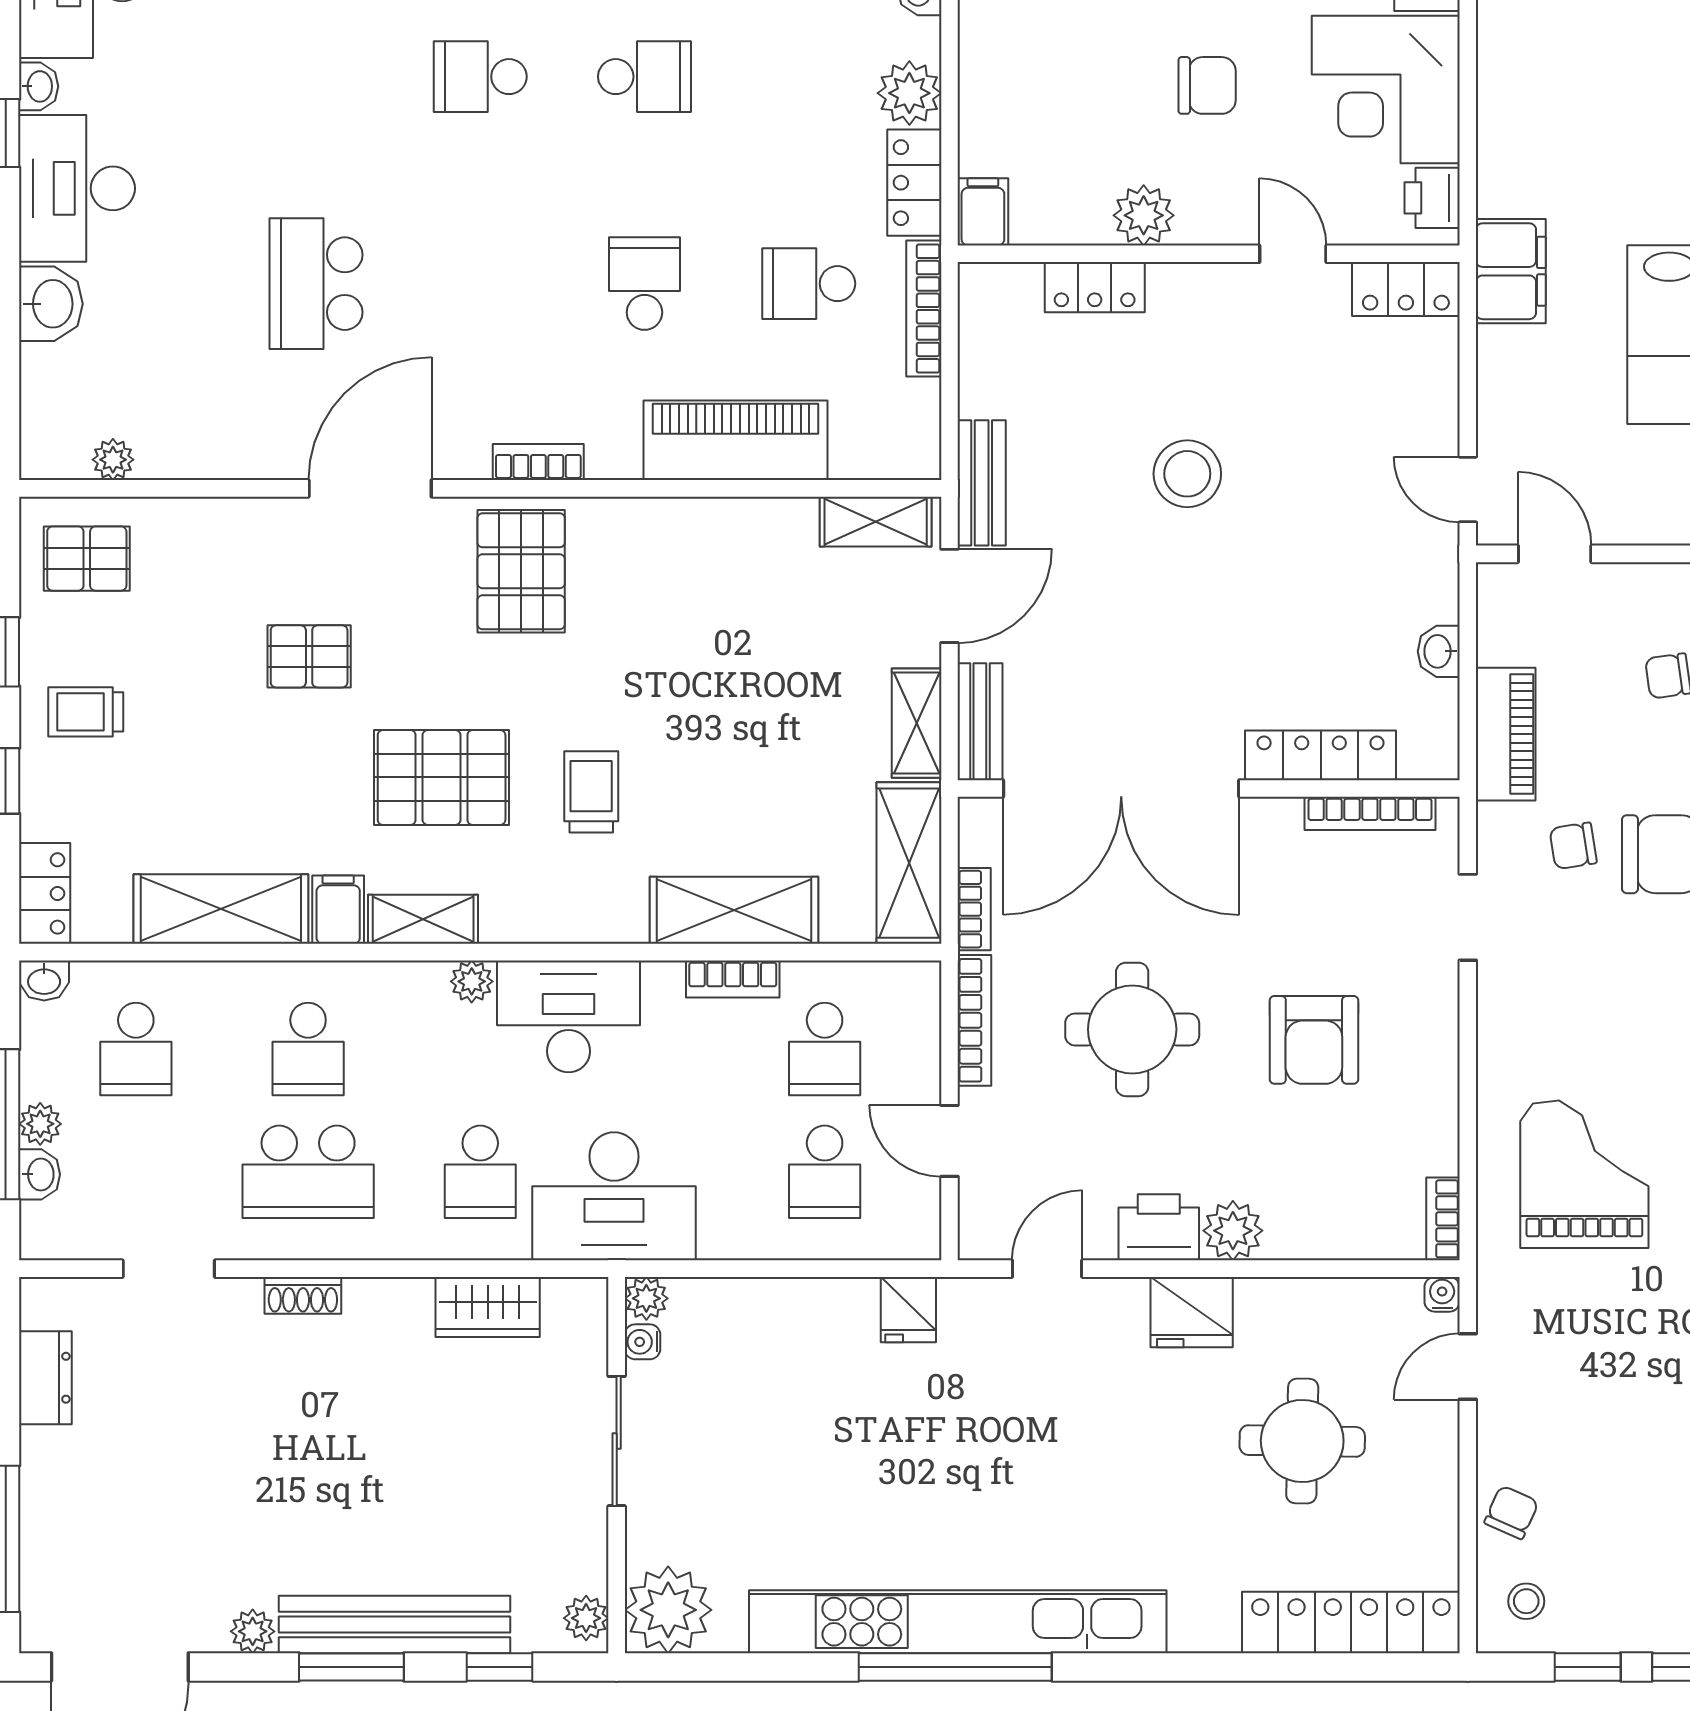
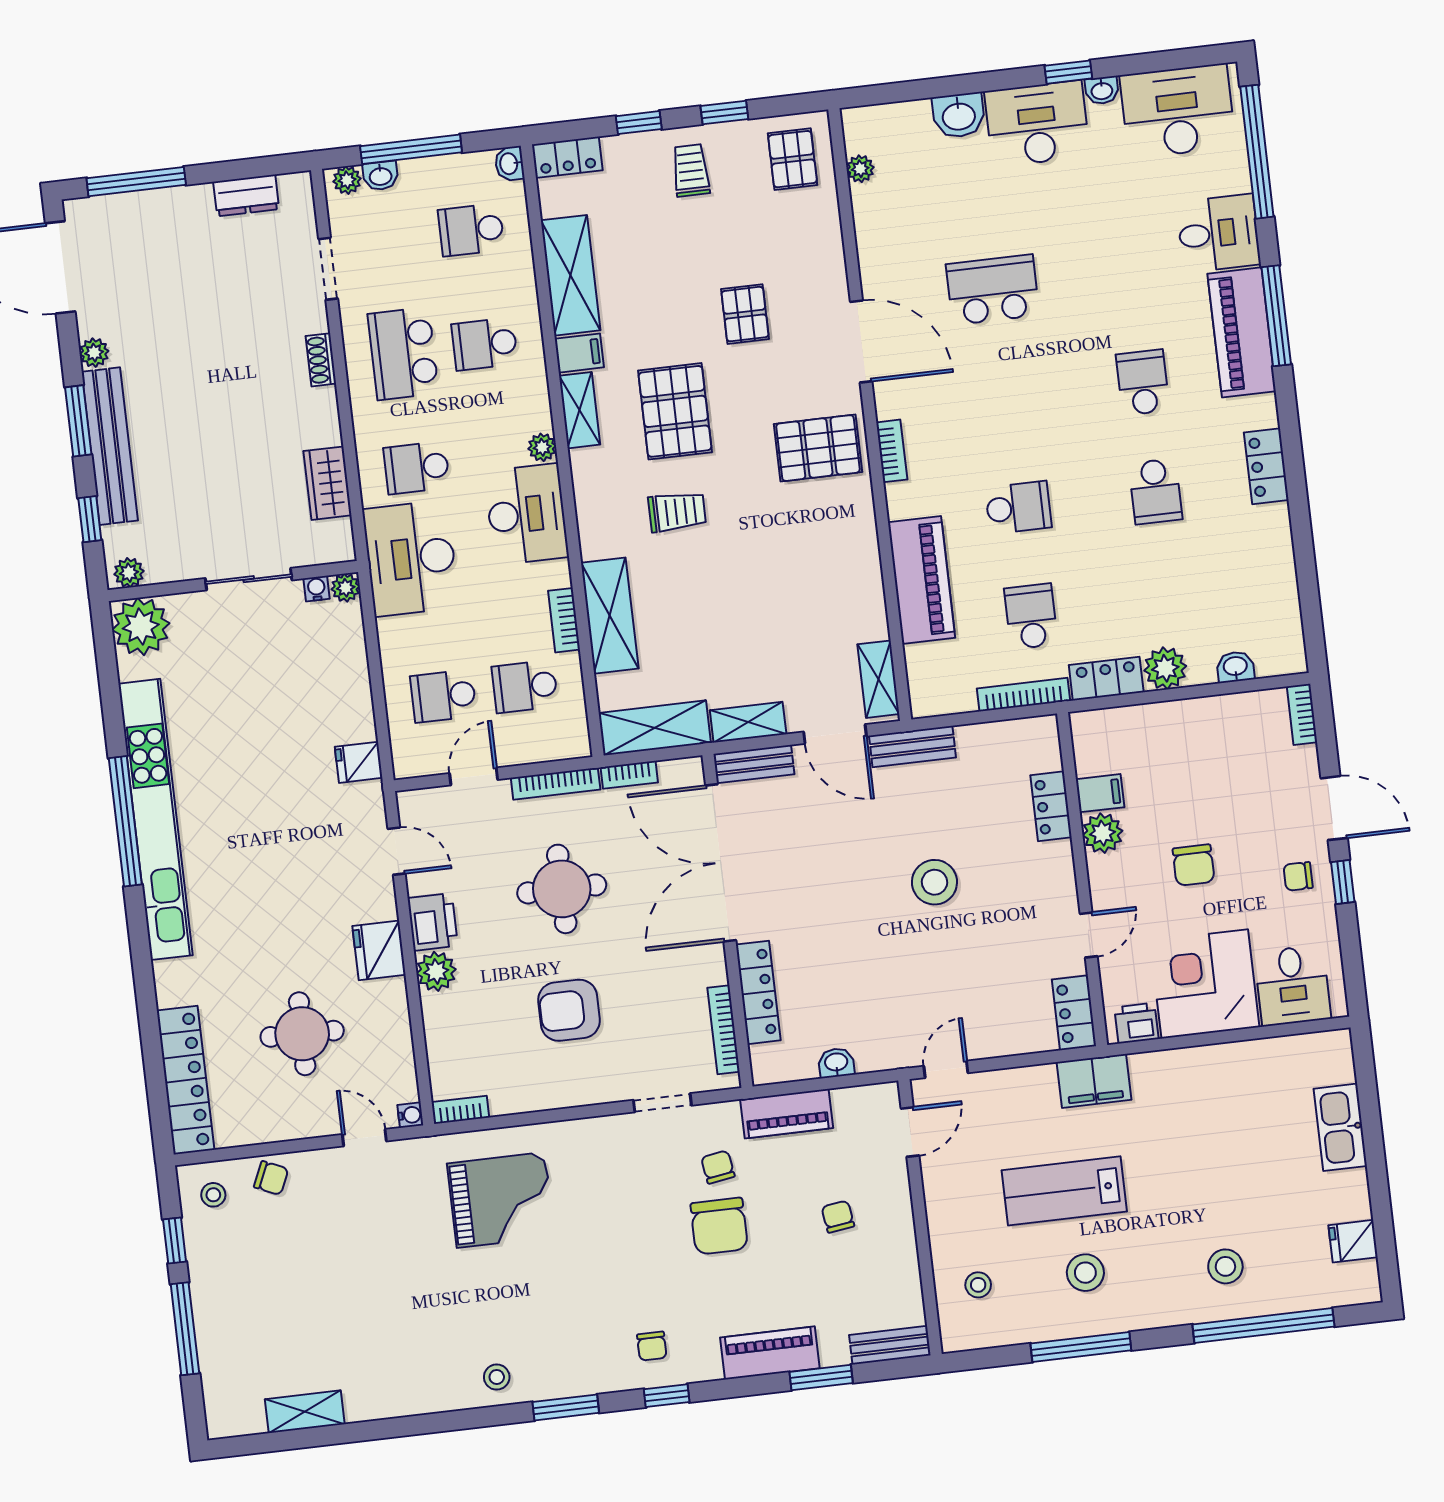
filing cabinet: (983, 212) -> (1100, 793), moved
plant: (40, 1124) -> (347, 180), moved

